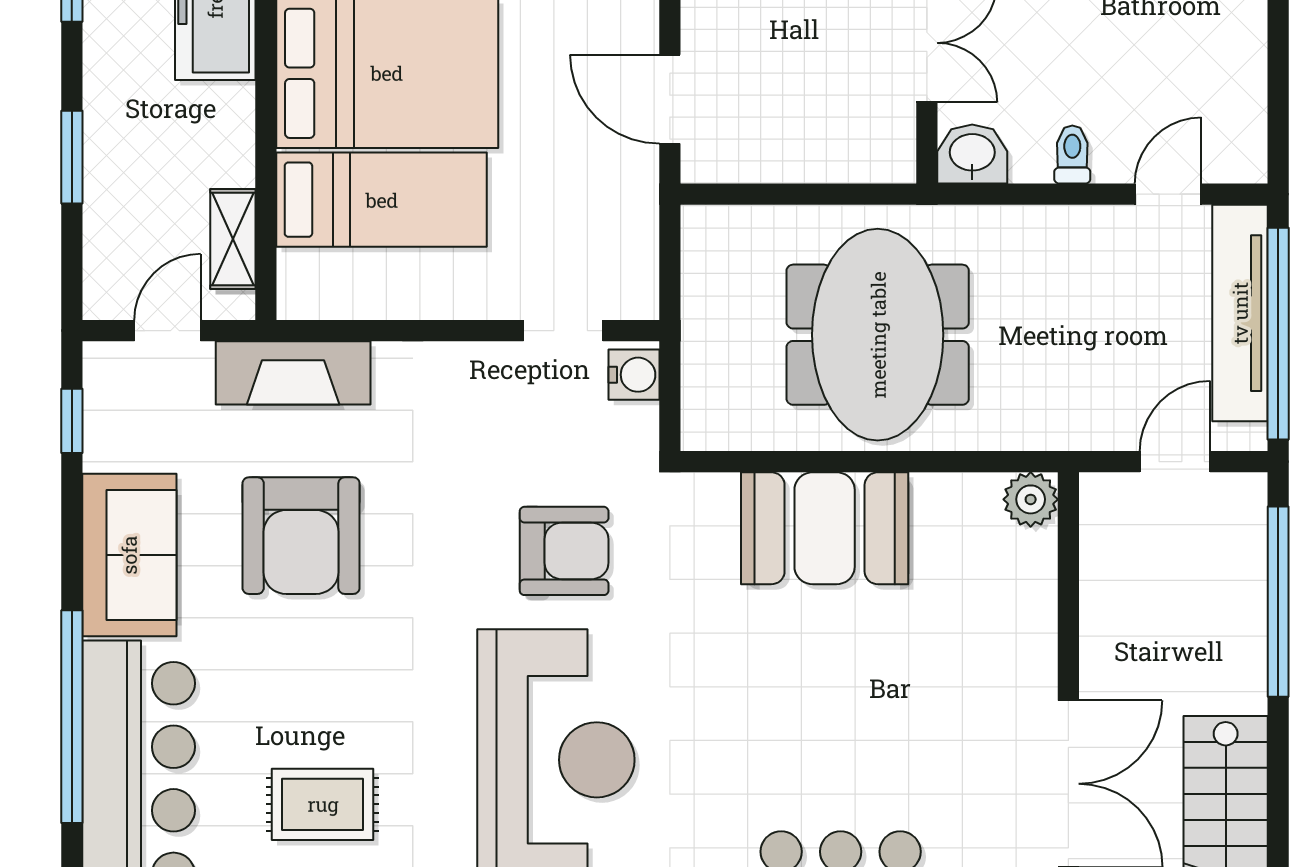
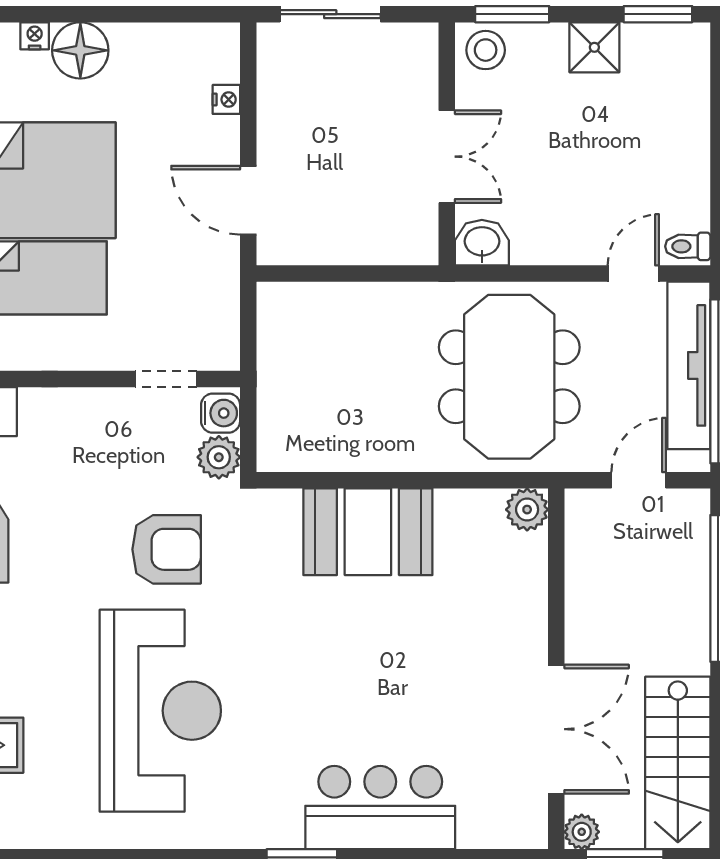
toilet: (1072, 154) -> (688, 246), moved, turned -90
meeting table: (878, 335) -> (509, 377), moved
plant: (632, 432) -> (219, 457), added

